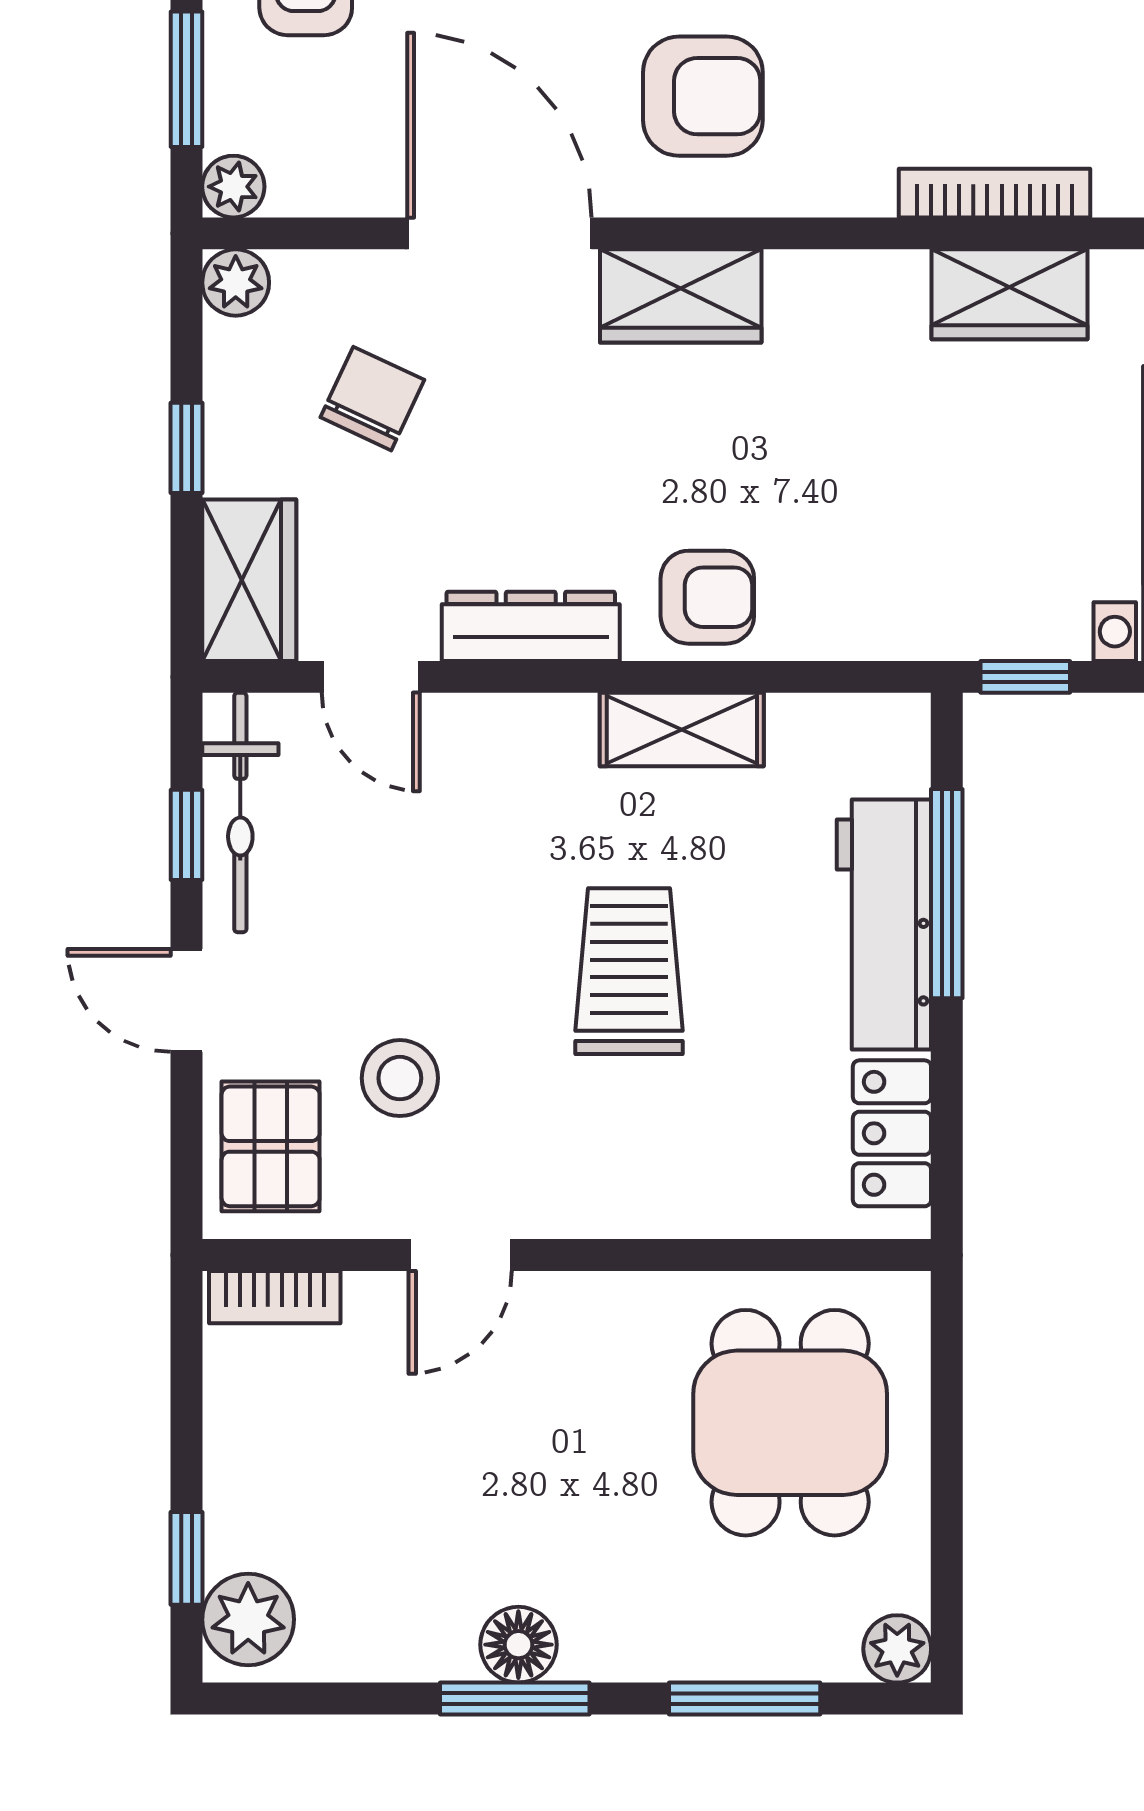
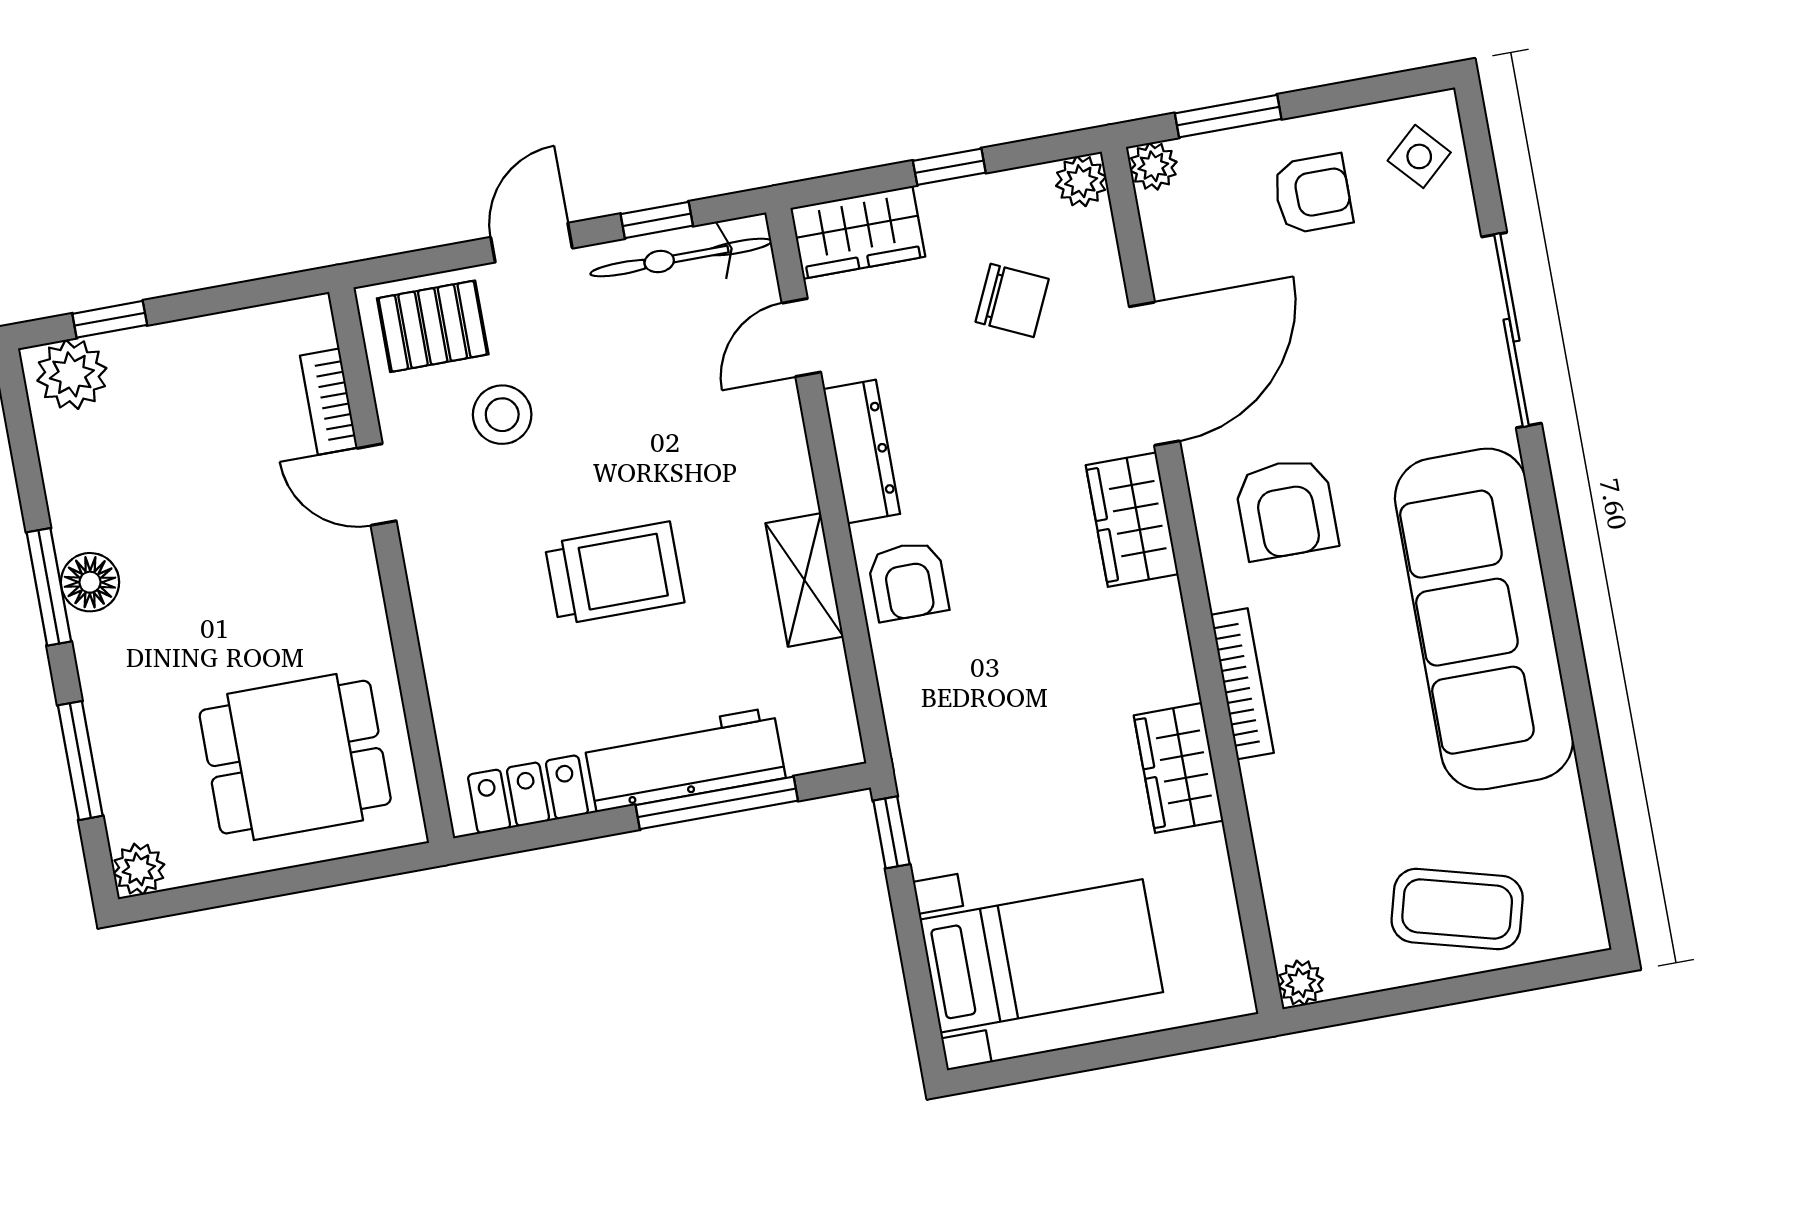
bookcase: (994, 193) -> (1242, 684), moved
bookcase: (275, 1297) -> (329, 402), moved

